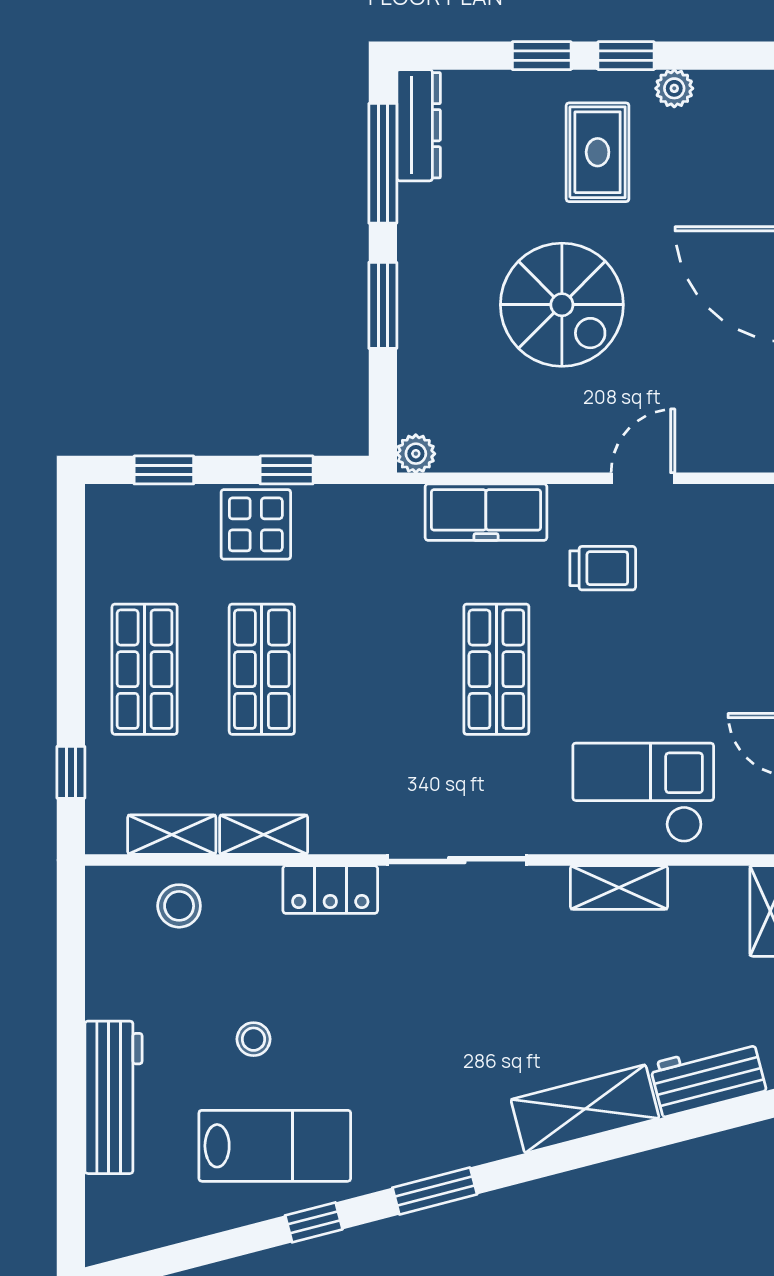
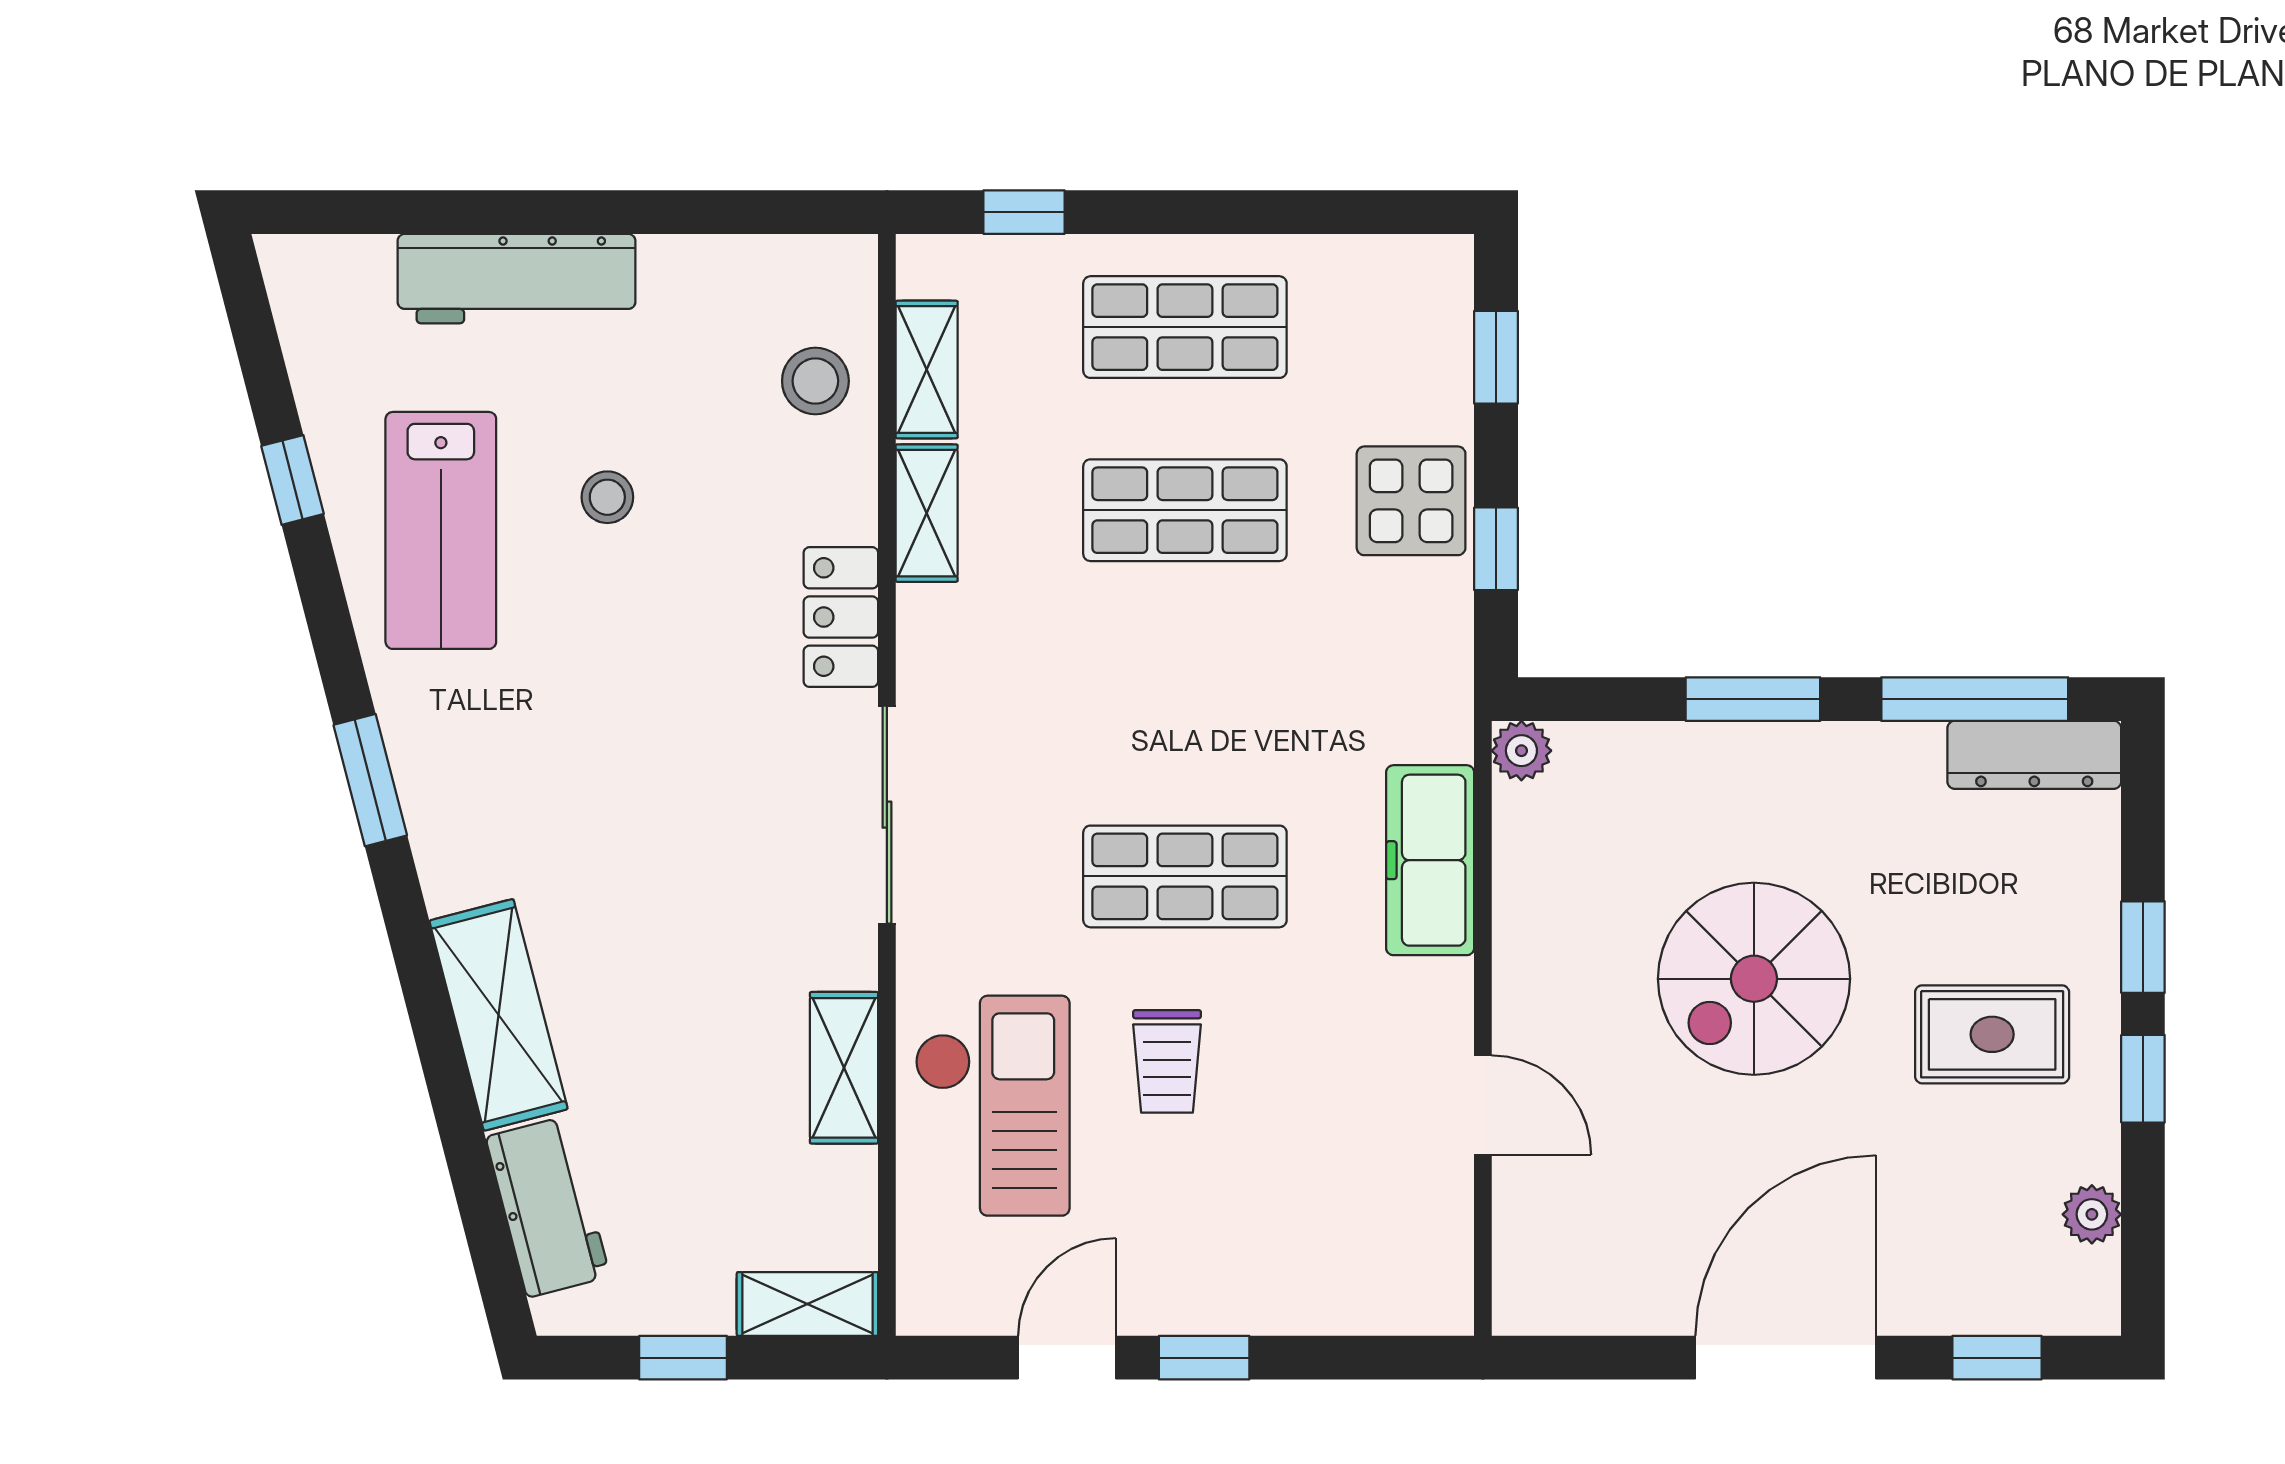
plant: (674, 88) -> (2092, 1214), moved
trolley: (603, 568) -> (1167, 1061), moved
window: (314, 1222) -> (292, 480), moved

